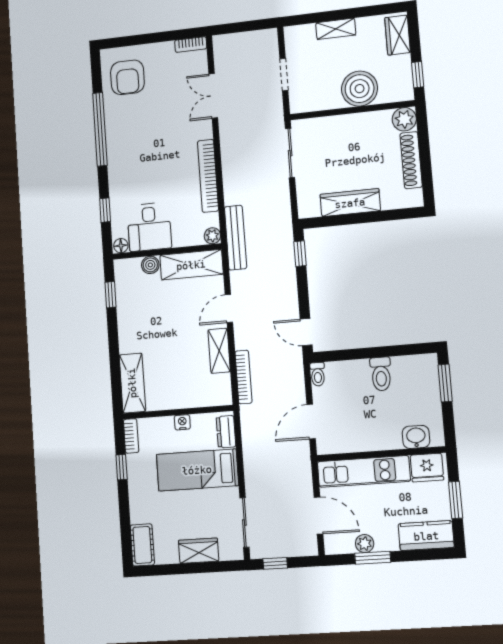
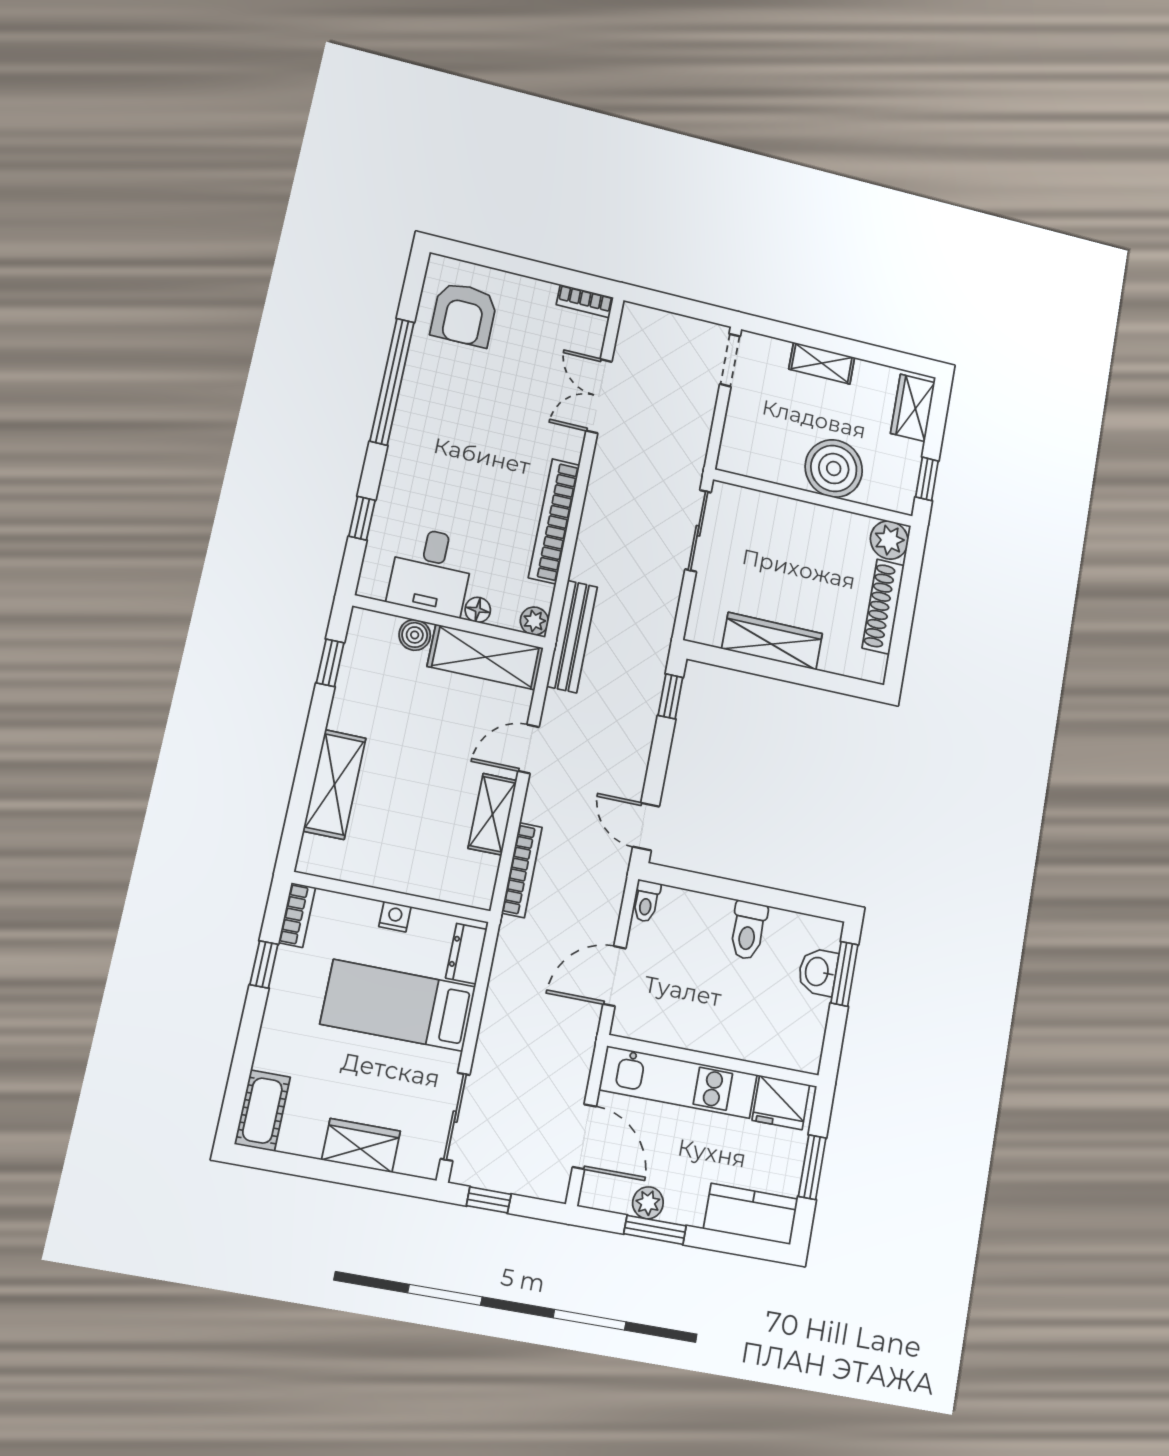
doorway: (284, 75) -> (730, 360), moved
floor lamp: (121, 246) -> (478, 610), moved
shelving: (132, 383) -> (334, 784), moved
washbasin: (416, 437) -> (818, 972), moved, turned -90

